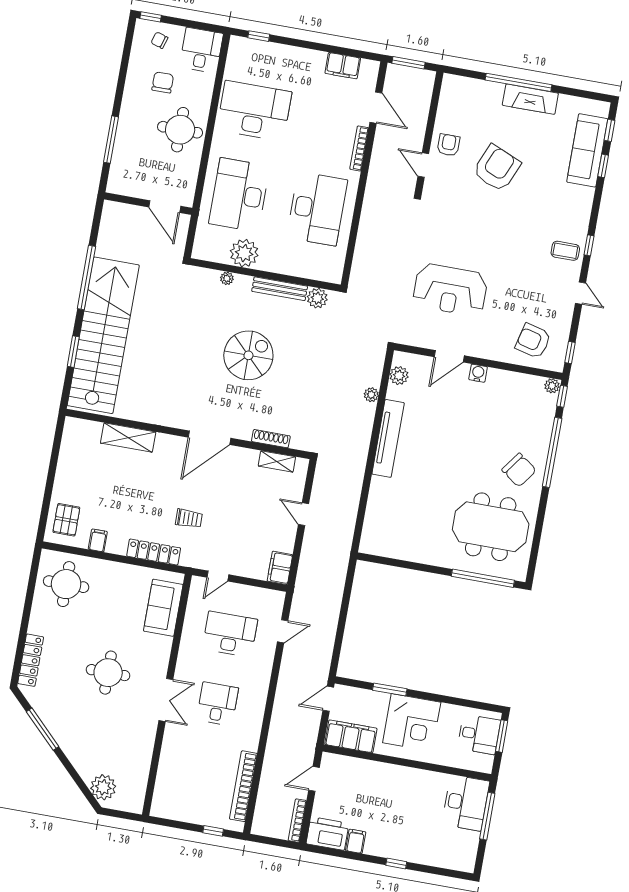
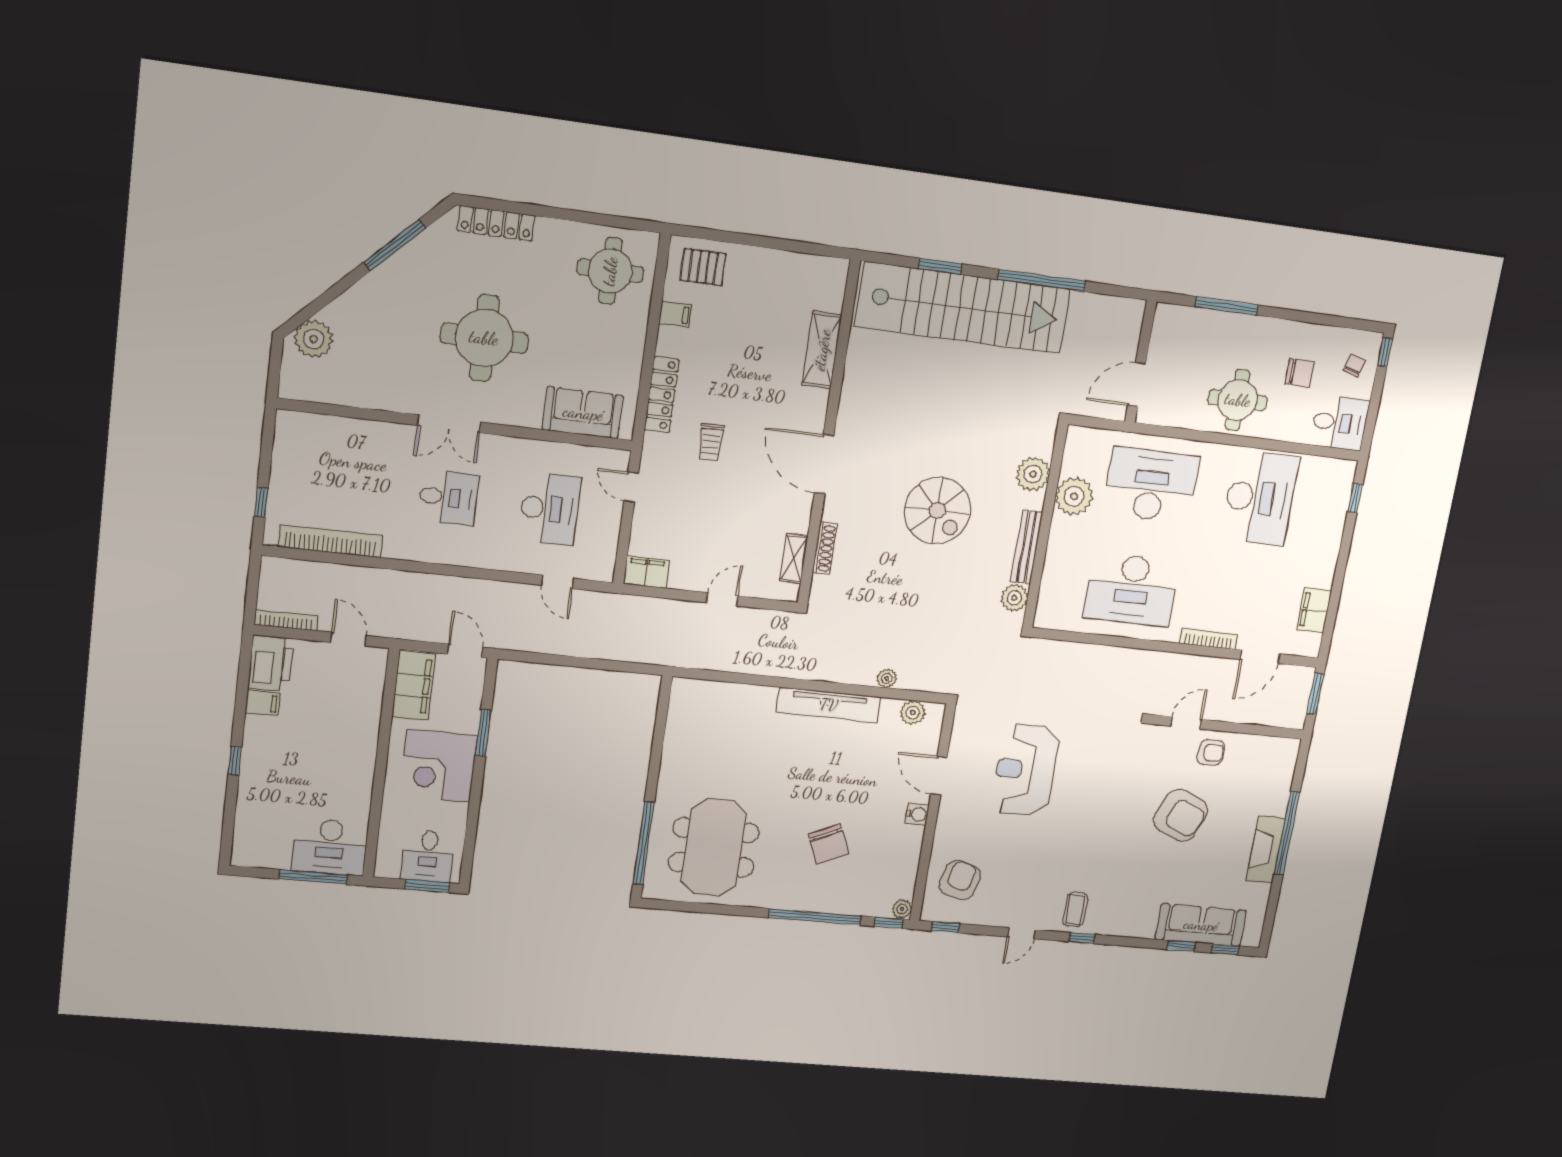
plant: (227, 278) -> (1033, 474), width x1.87, depth x1.87
chair: (519, 470) -> (828, 844), moved, turned -60
round table: (108, 673) -> (484, 338), width x1.36, depth x1.36

